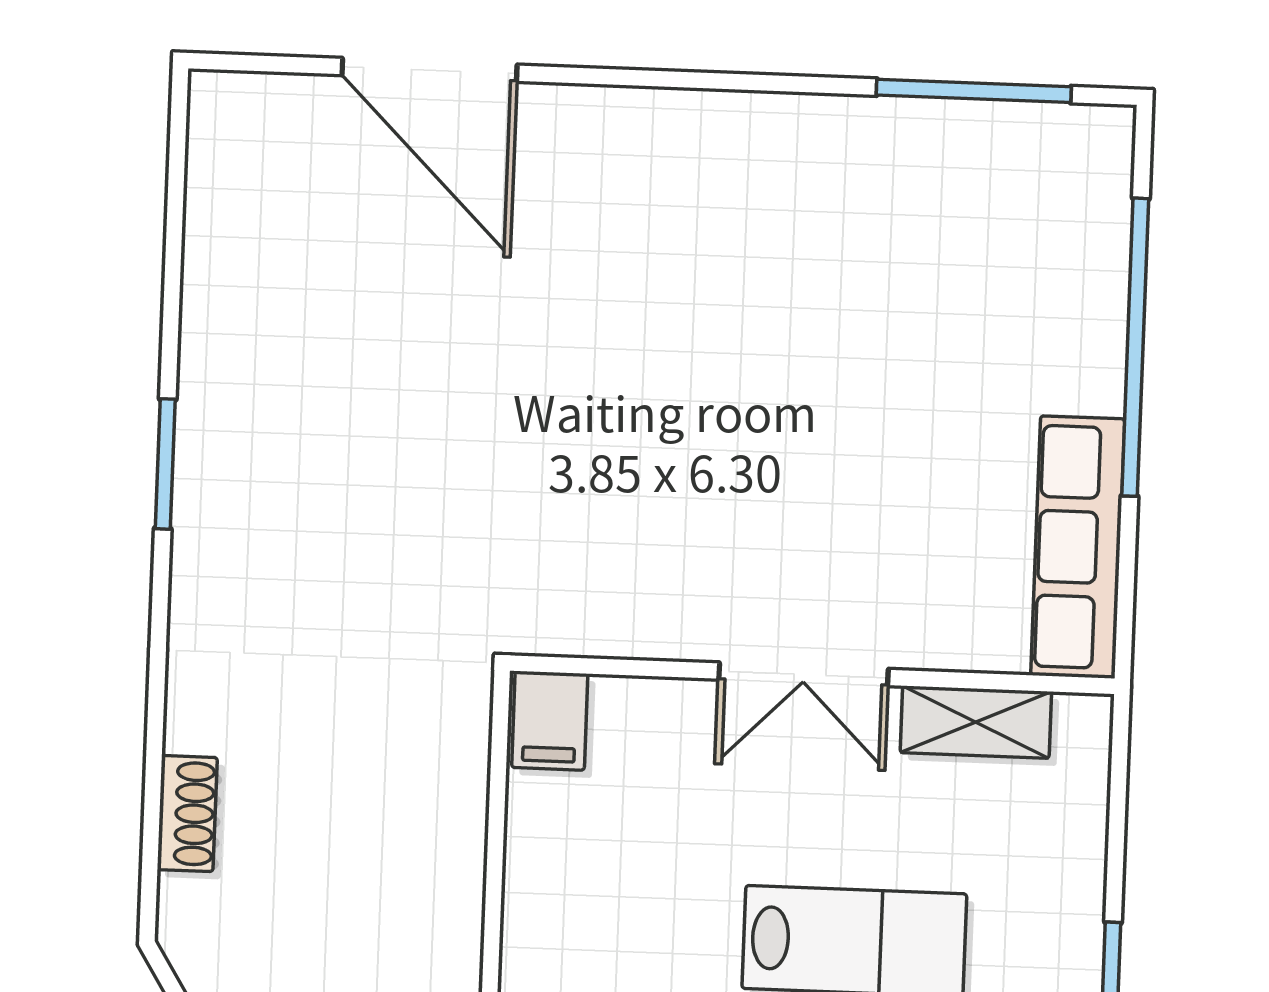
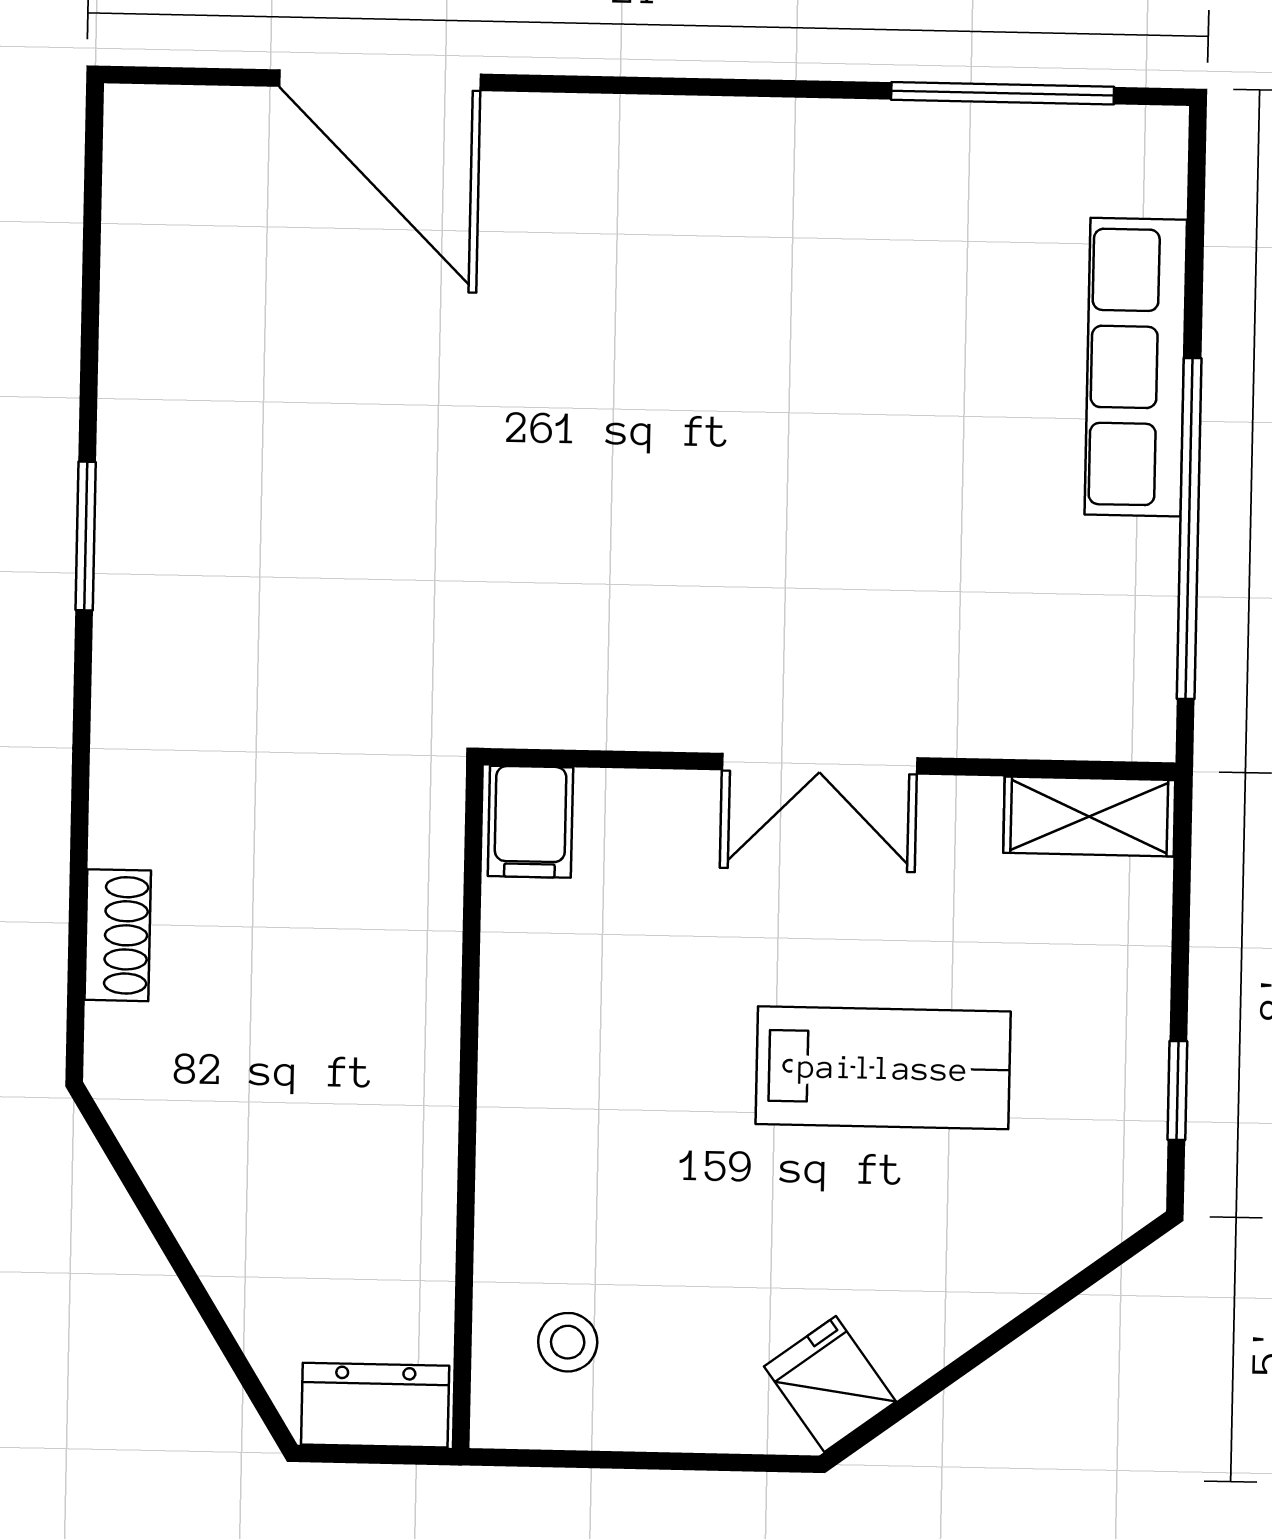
window: (1135, 347) -> (1189, 529), moved
row of seats: (1078, 547) -> (1136, 367), moved
shelving: (976, 722) -> (1089, 816), moved

